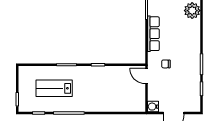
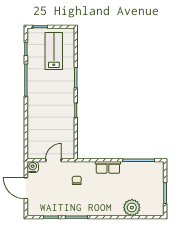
row of seats: (153, 34) -> (108, 167), width x0.68
door: (146, 76) -> (54, 160), moved
lab bench: (54, 88) -> (54, 51), moved

